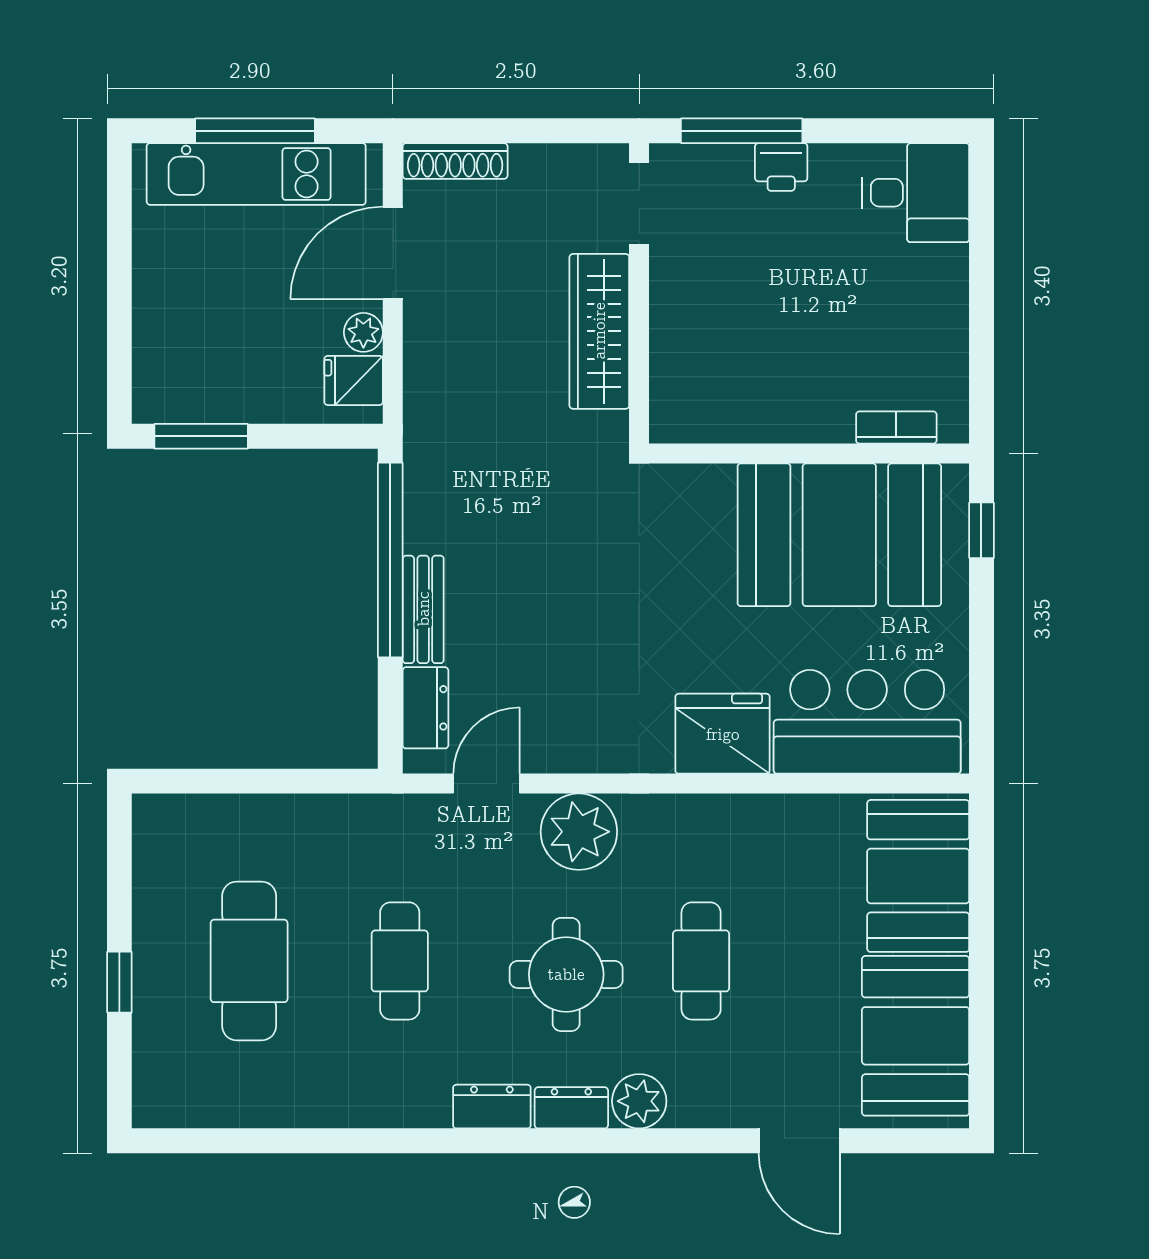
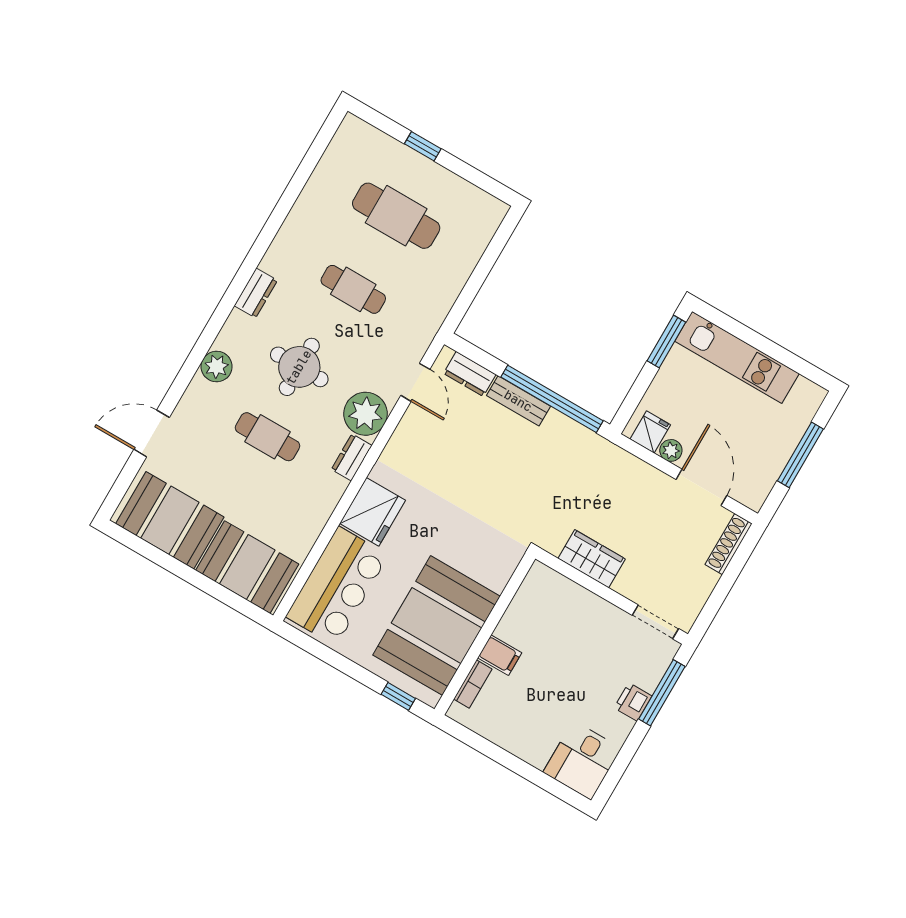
kitchen unit: (256, 174) -> (737, 357), moved, turned -90
wardrobe: (599, 331) -> (592, 559), width x0.67
filing cabinet: (828, 412) -> (500, 655), added
dresser: (571, 1108) -> (352, 457), moved, turned 180

